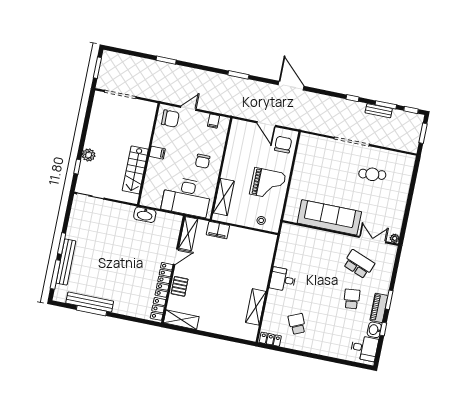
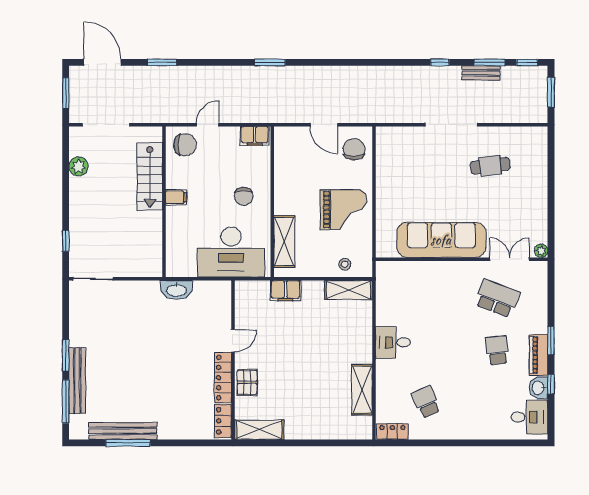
door: (291, 86) -> (102, 62), moved
filing cabinet: (214, 121) -> (255, 136), width x2.00
plant: (89, 155) -> (79, 166), moved
stairs: (135, 170) -> (150, 176), moved
shelving: (188, 234) -> (348, 290), moved, turned 90

